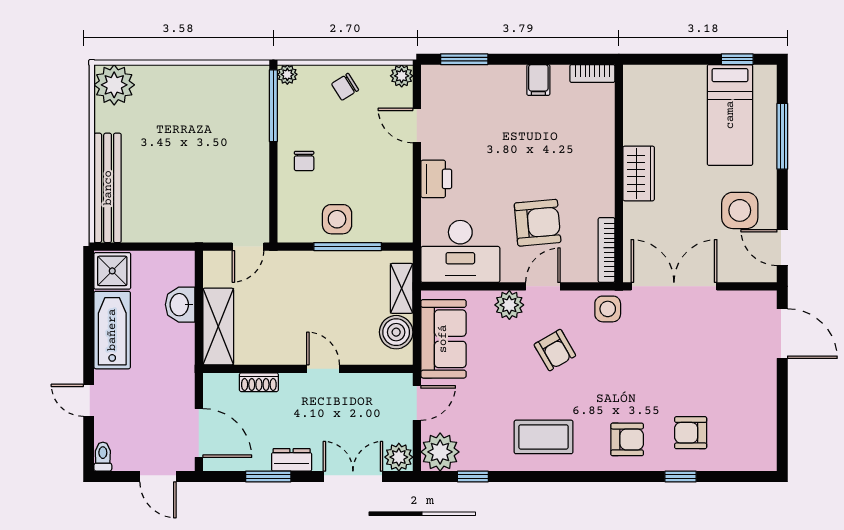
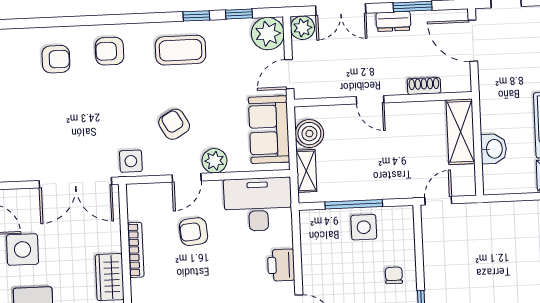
armchair: (538, 223) -> (194, 232), width x0.72, depth x0.72
bookcase: (607, 250) -> (136, 250), moved
window: (681, 476) -> (196, 16), moved

